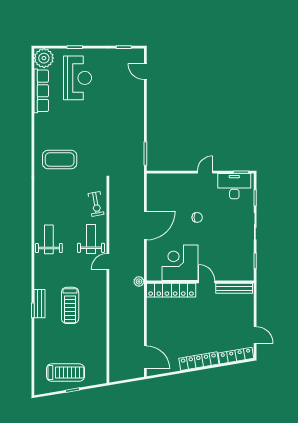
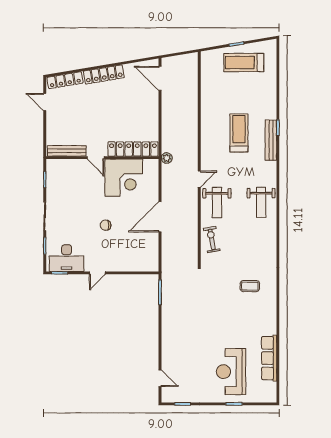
plant: (44, 58) -> (266, 392), removed
coffee table: (60, 159) -> (250, 286), width x0.54, depth x0.58
bench: (40, 304) -> (271, 140), width x1.36

